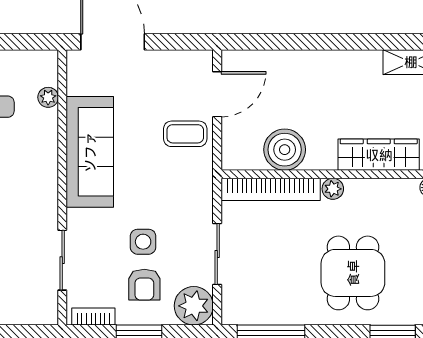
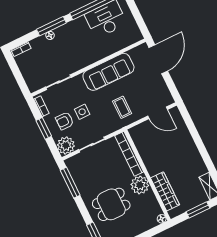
plant: (48, 97) -> (123, 44), removed
coffee table: (185, 134) -> (122, 107), moved
boiler: (285, 150) -> (148, 152), removed
plant: (333, 189) -> (140, 185), width x1.88, depth x1.88

